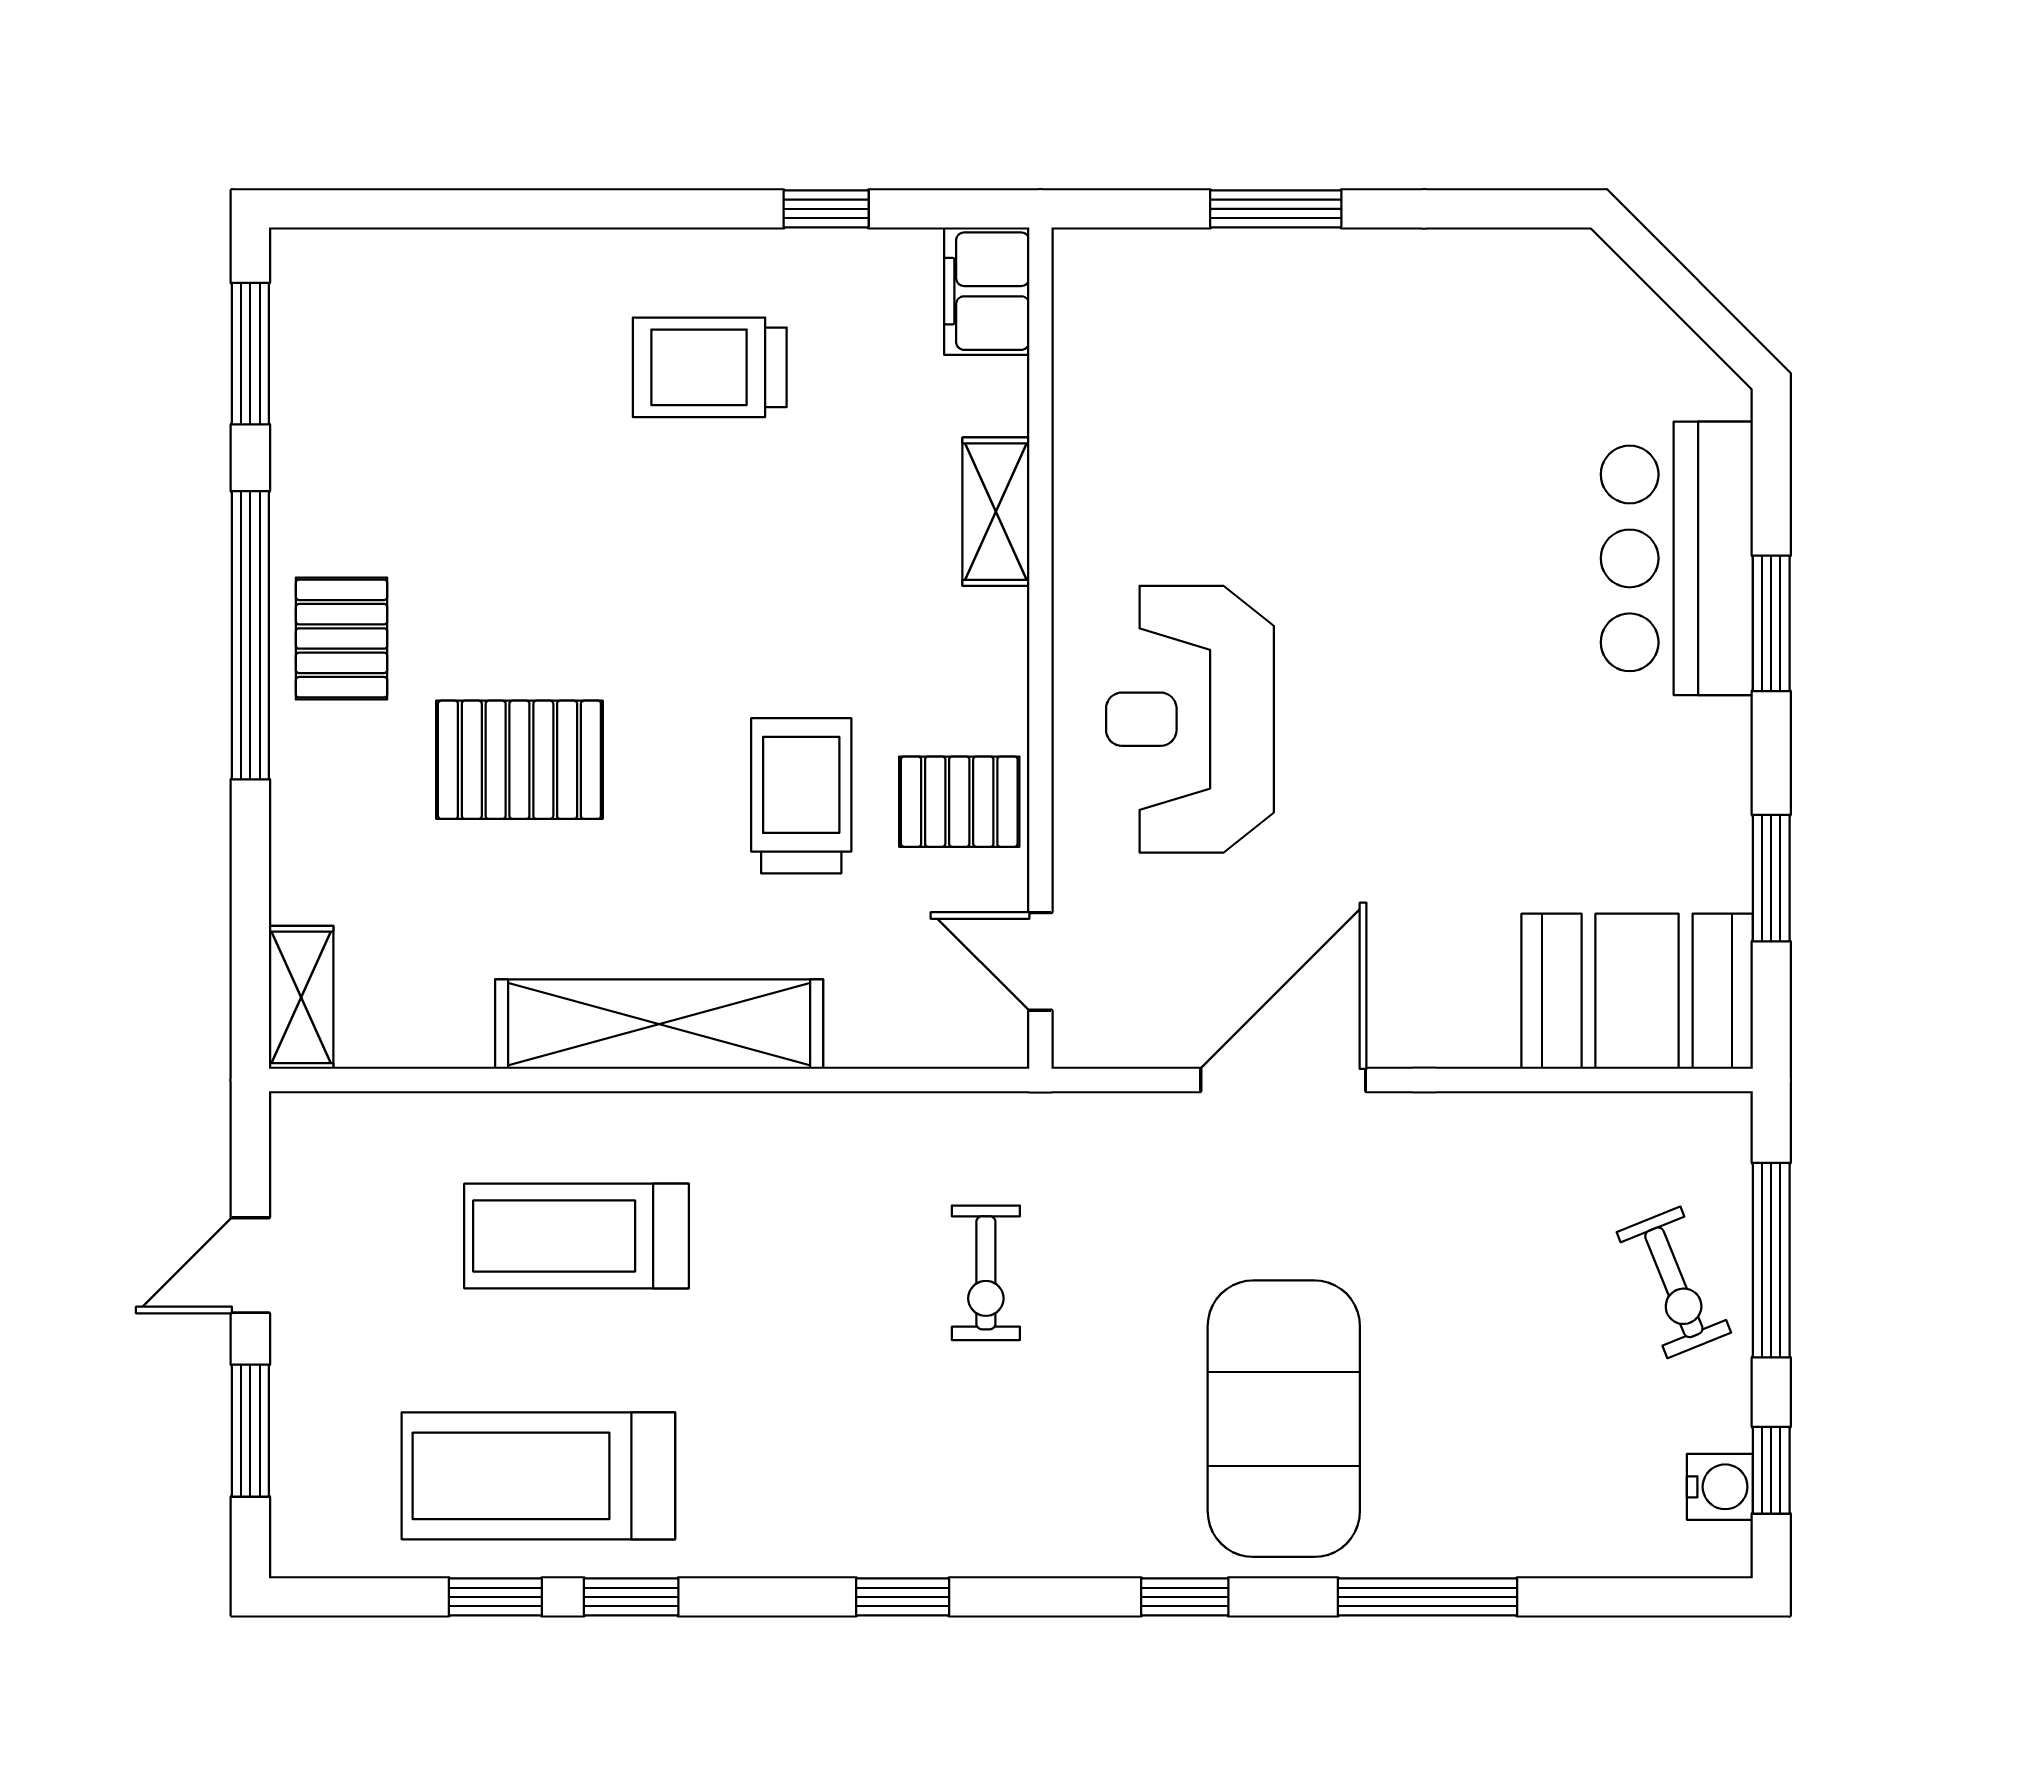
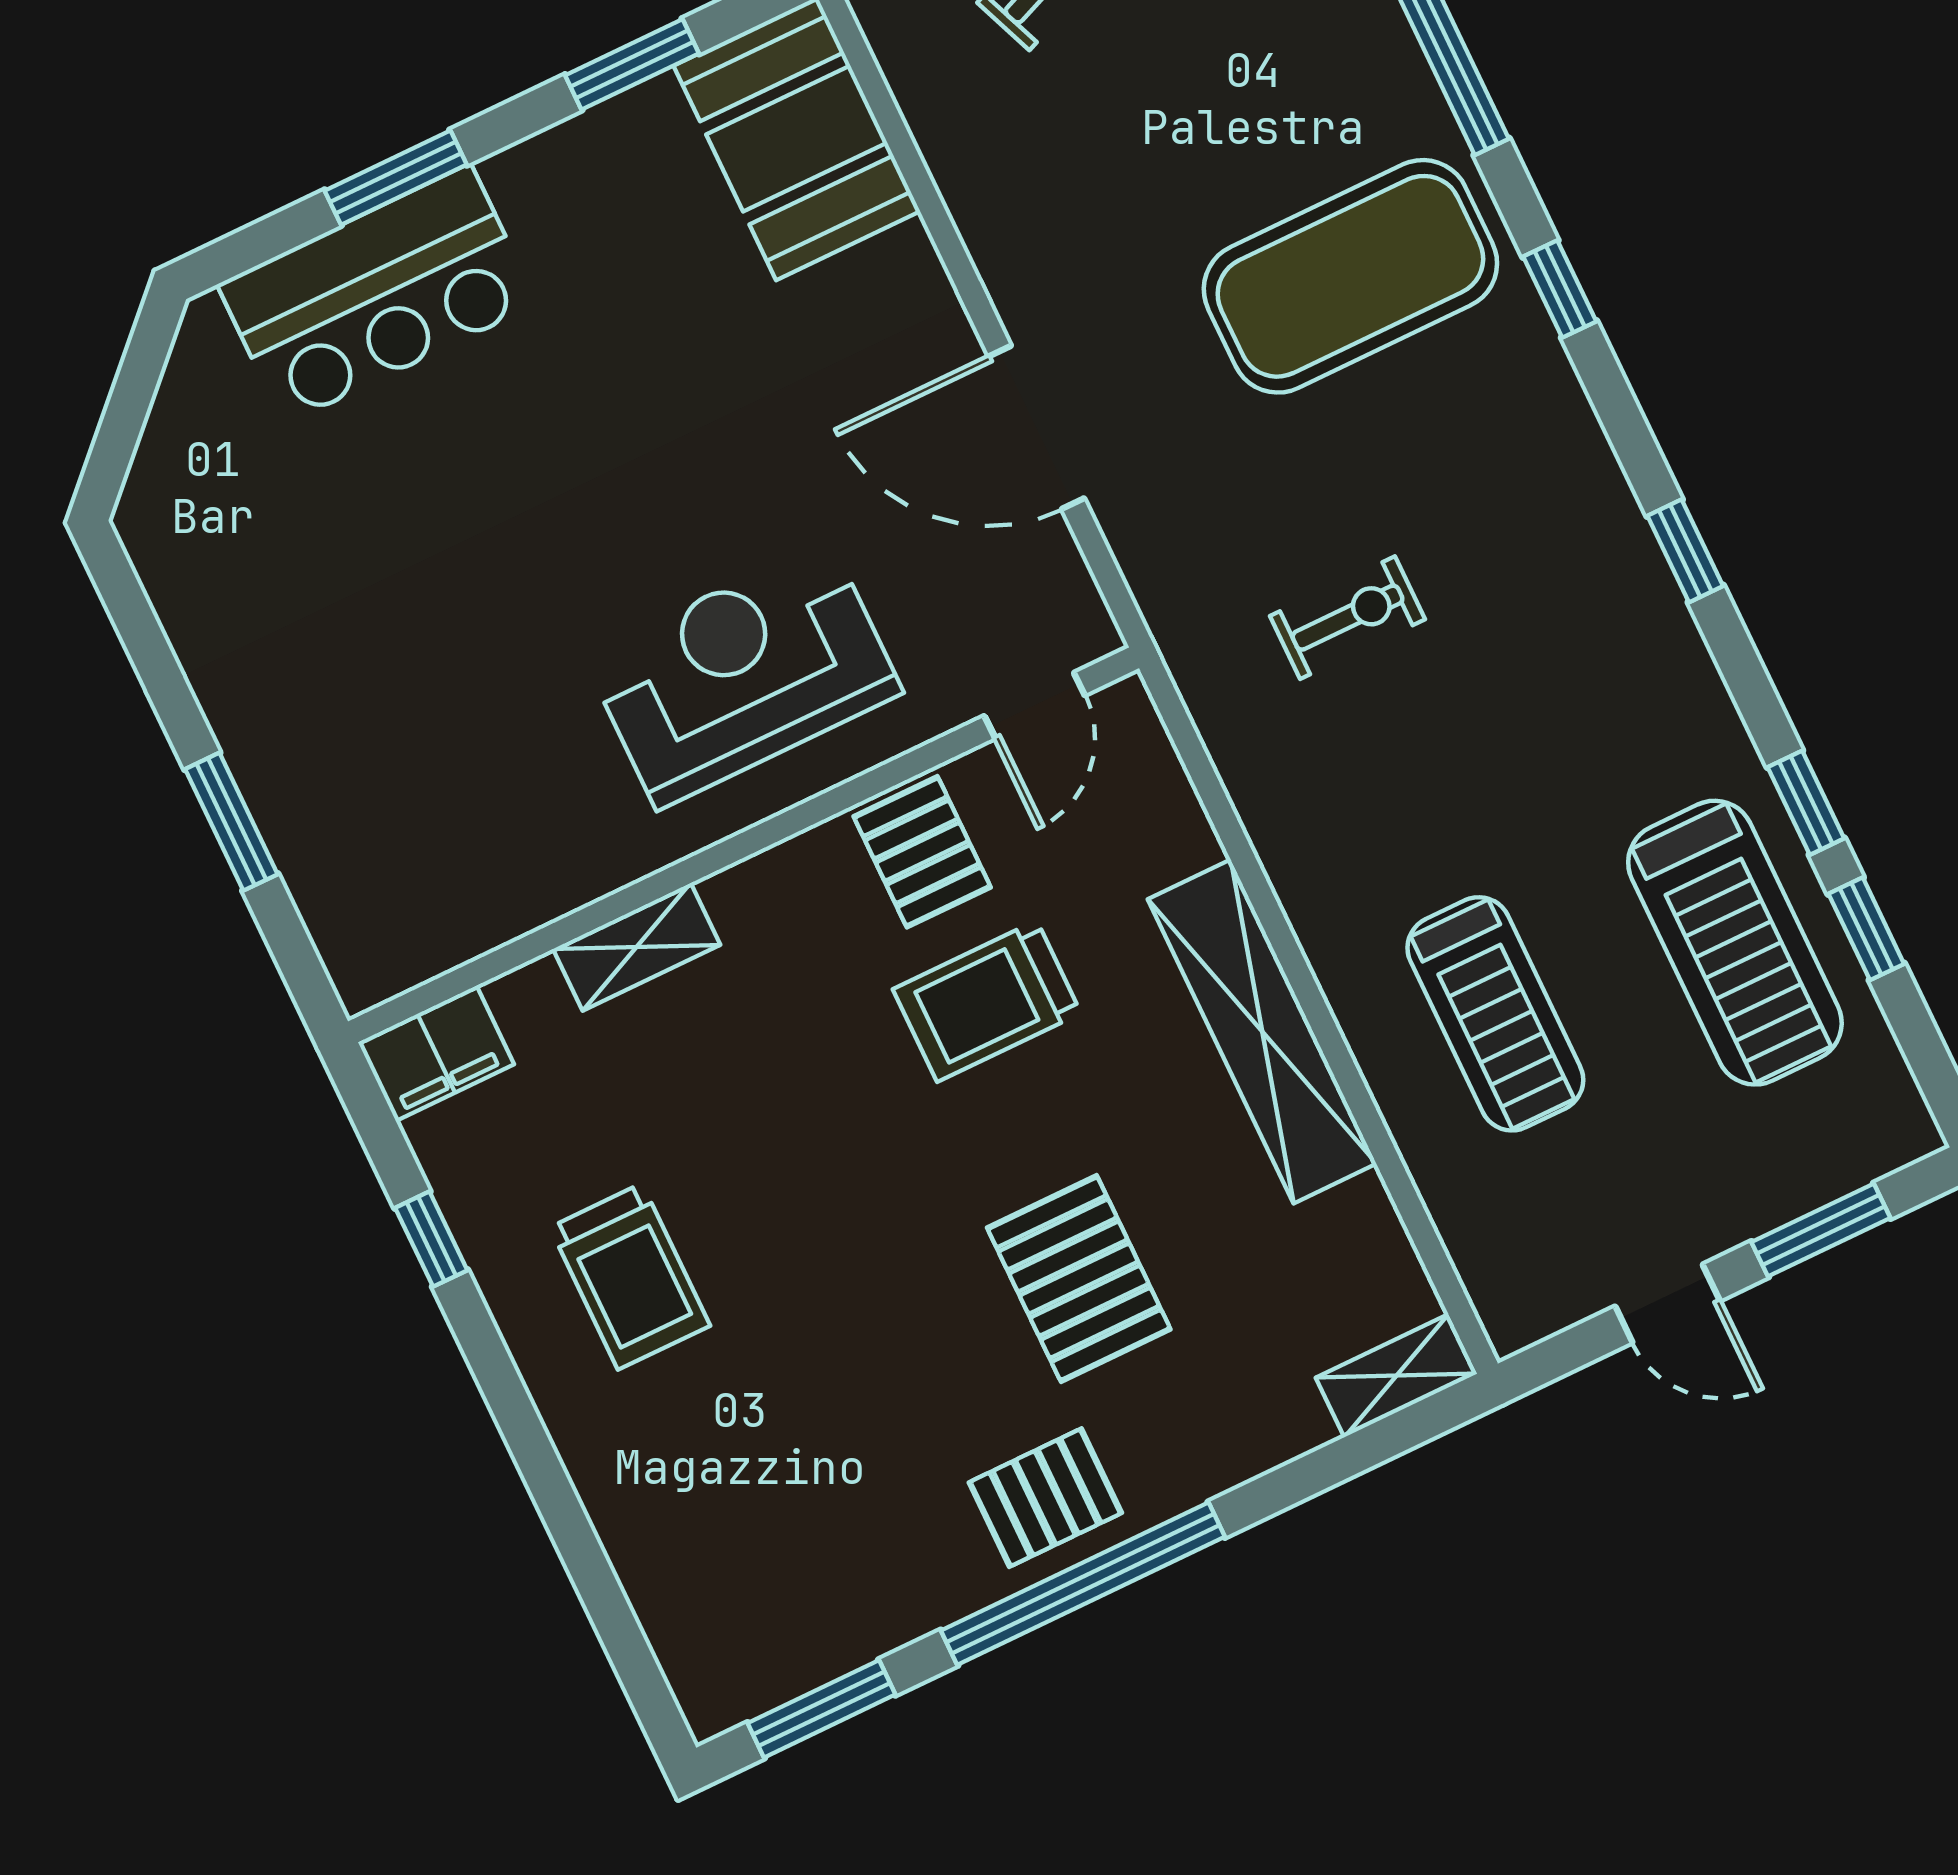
reception desk: (1190, 719) -> (743, 674), turned 180

